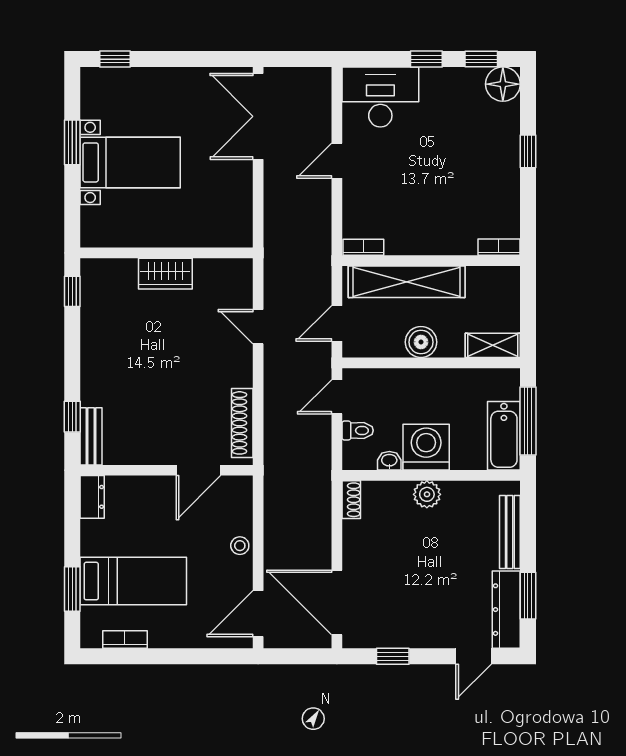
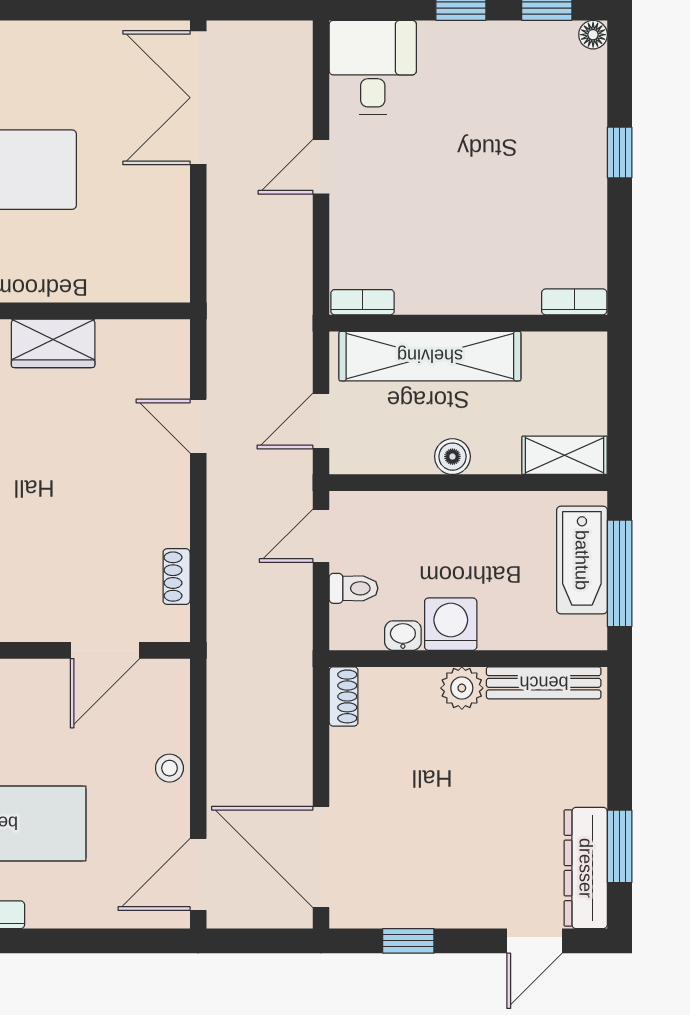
floor lamp: (503, 84) -> (593, 35), width x0.53, depth x0.53
desk: (380, 97) -> (373, 67), width x0.73
boiler: (421, 342) -> (452, 457), width x0.73, depth x0.73
shoe rack: (242, 423) -> (177, 577), width x0.51, depth x0.81
bathtub: (504, 436) -> (582, 560), moved
washing machine: (426, 447) -> (451, 624), width x0.73, depth x0.73
bench: (510, 532) -> (544, 683), moved, turned 90

